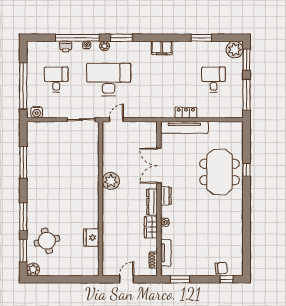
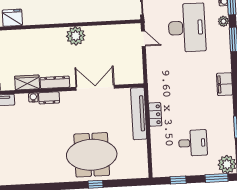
window: (246, 95) -> (178, 180), width x0.46
dresser: (166, 196) -> (49, 98), moved

